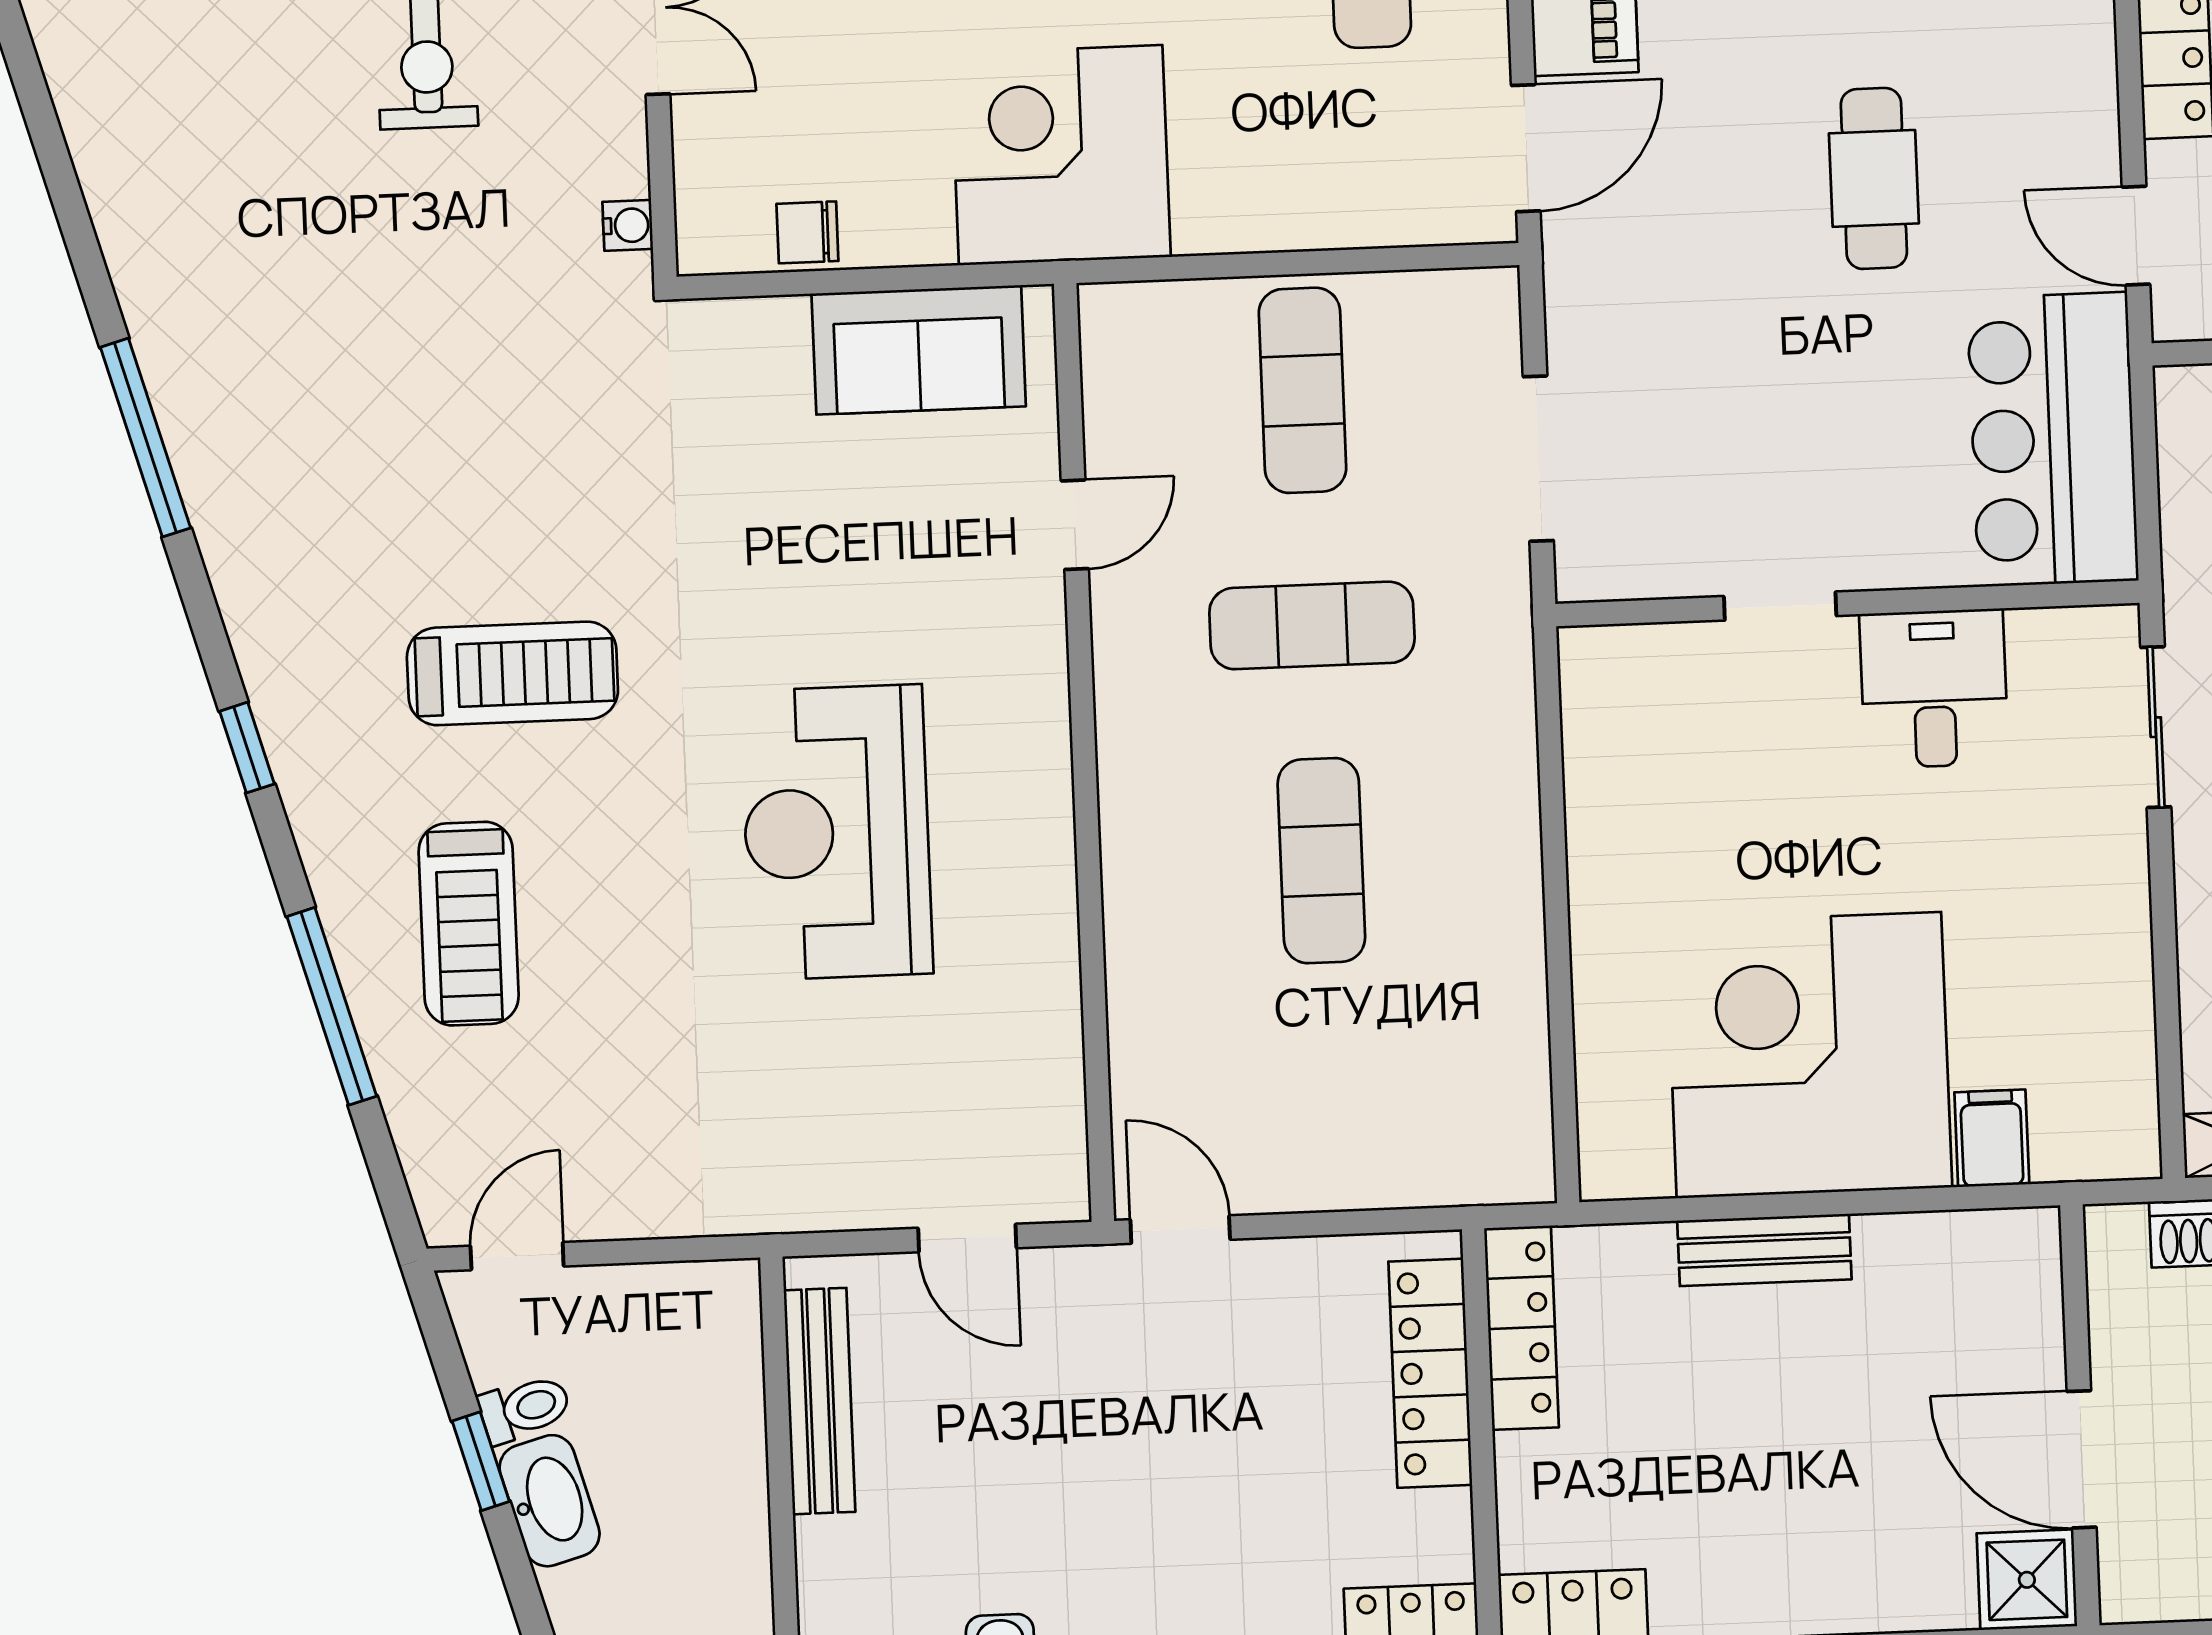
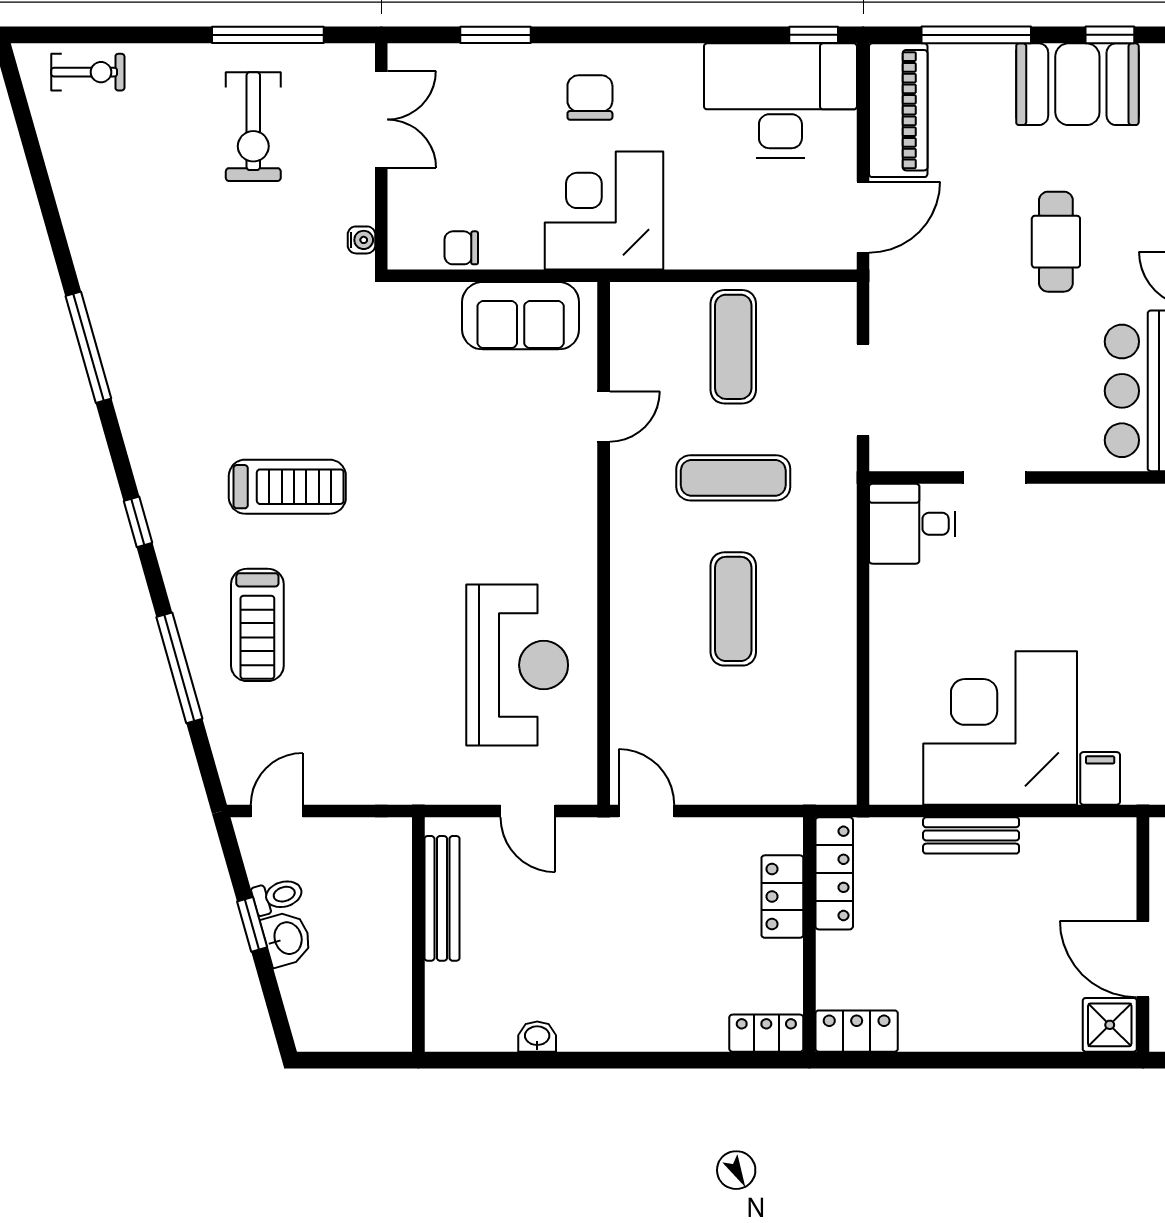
desk: (1934, 689) -> (912, 524), moved, turned -90
reception desk: (837, 832) -> (517, 665), moved, turned 180
locker: (1430, 1373) -> (782, 897), width x0.66
washbasin: (550, 1501) -> (287, 938), width x0.72

